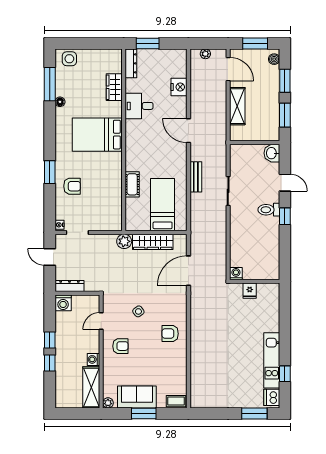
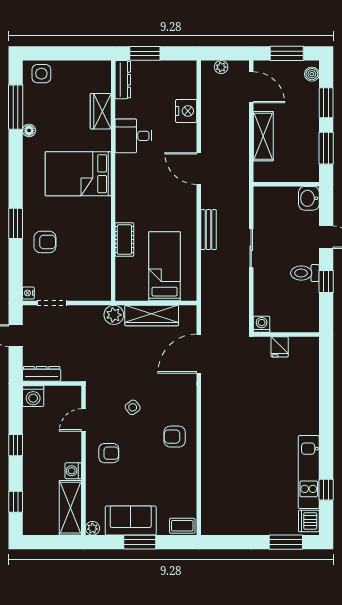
washing machine: (236, 274) -> (262, 324), moved
wall: (255, 281) -> (286, 335), moved
fridge: (250, 291) -> (280, 347), moved
window: (50, 363) -> (16, 502), moved

